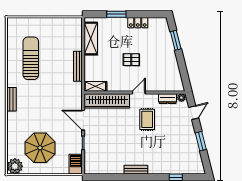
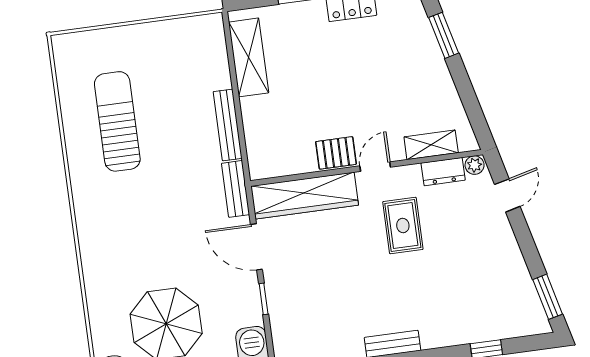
pallet: (131, 60) -> (336, 153), moved
shelving: (95, 86) -> (431, 145), moved
bench: (11, 99) -> (236, 189), moved
window: (201, 141) -> (548, 297), moved

